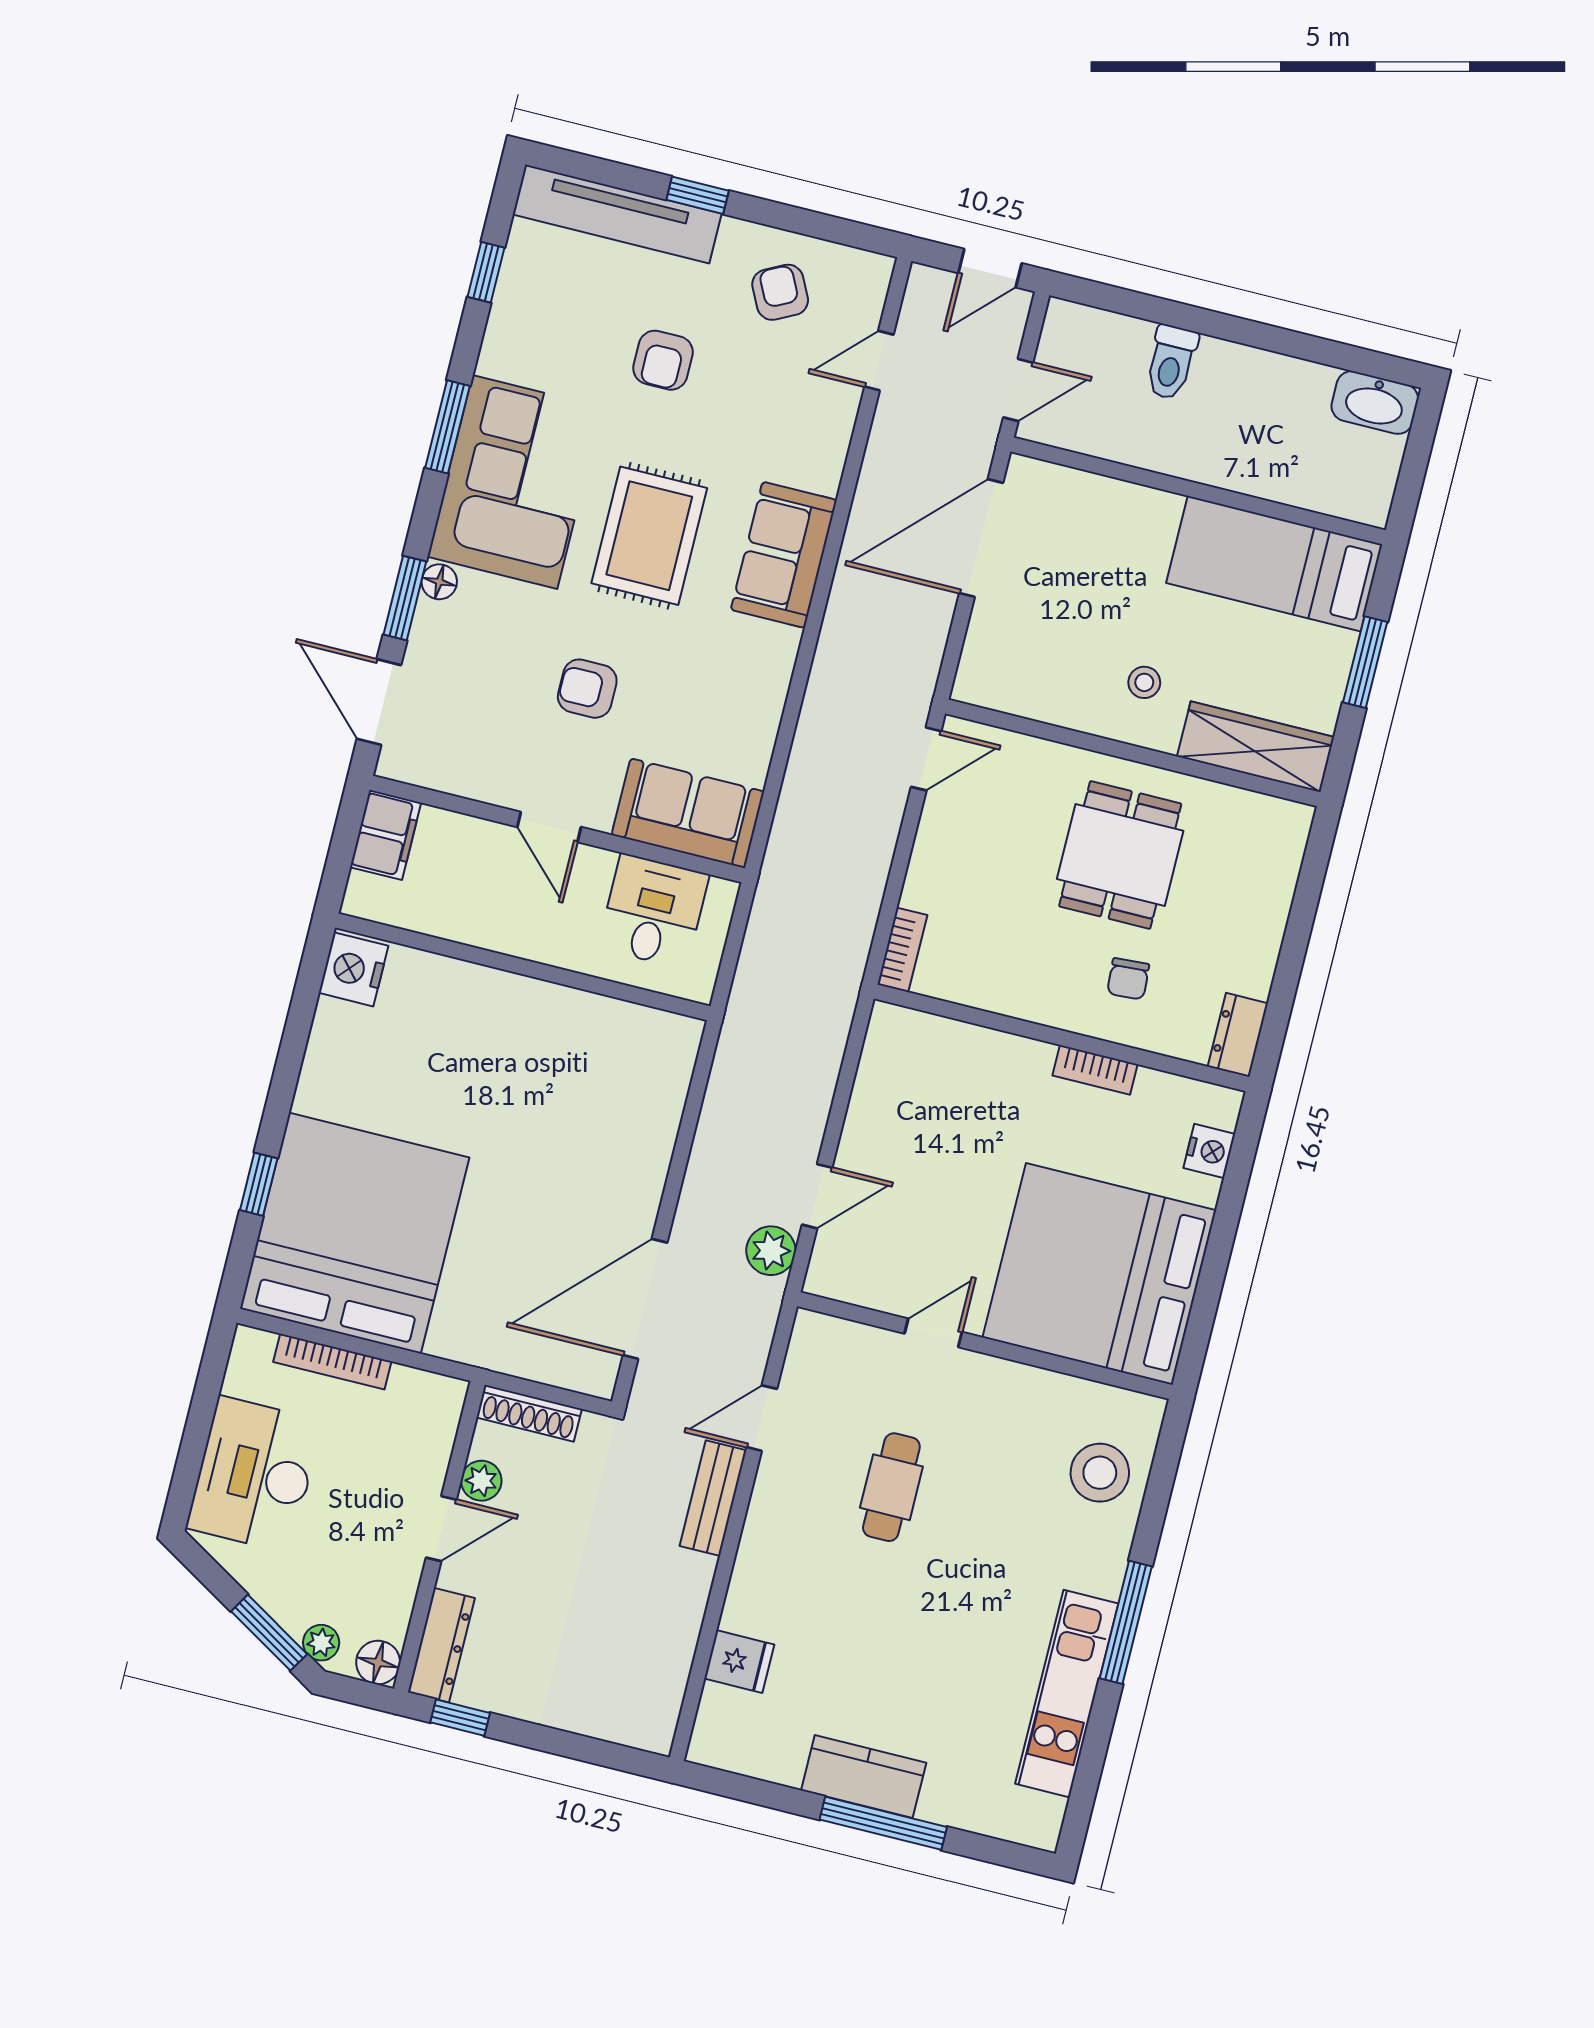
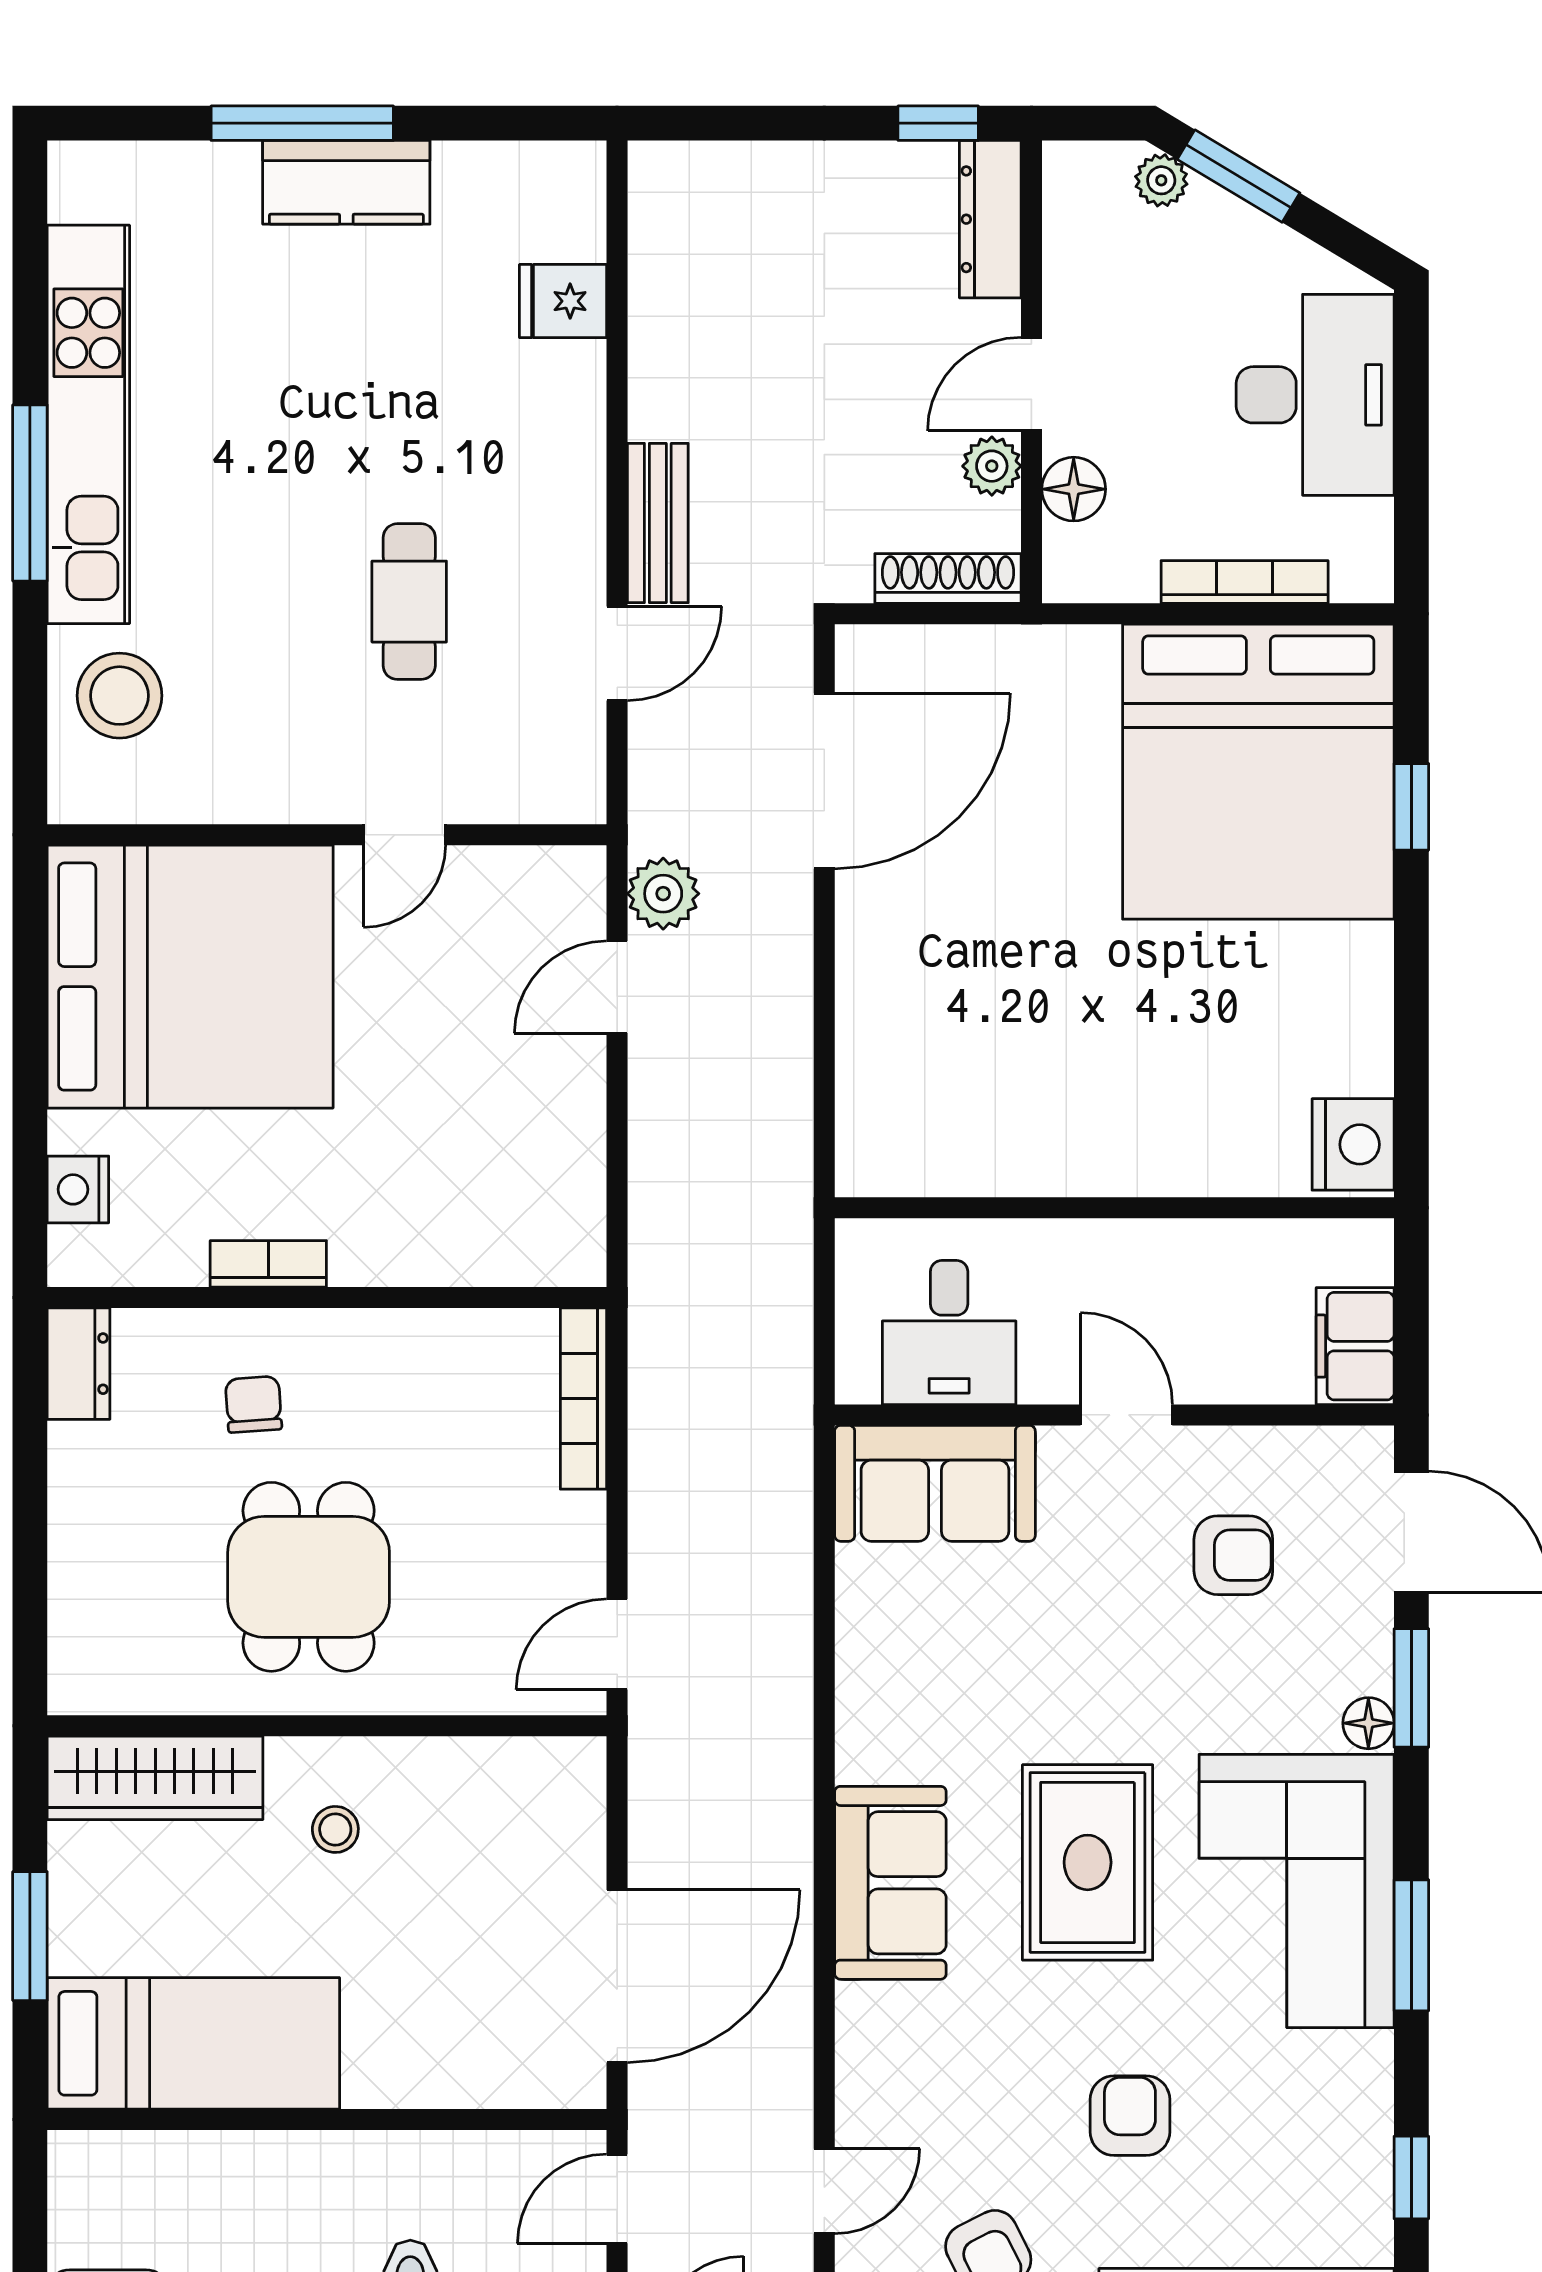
armchair: (587, 689) -> (1233, 1555), moved
bookcase: (902, 950) -> (583, 1398), width x1.56
floor lamp: (378, 1662) -> (1074, 489), moved
kitchen unit: (1067, 1694) -> (88, 424), width x1.36

